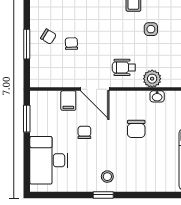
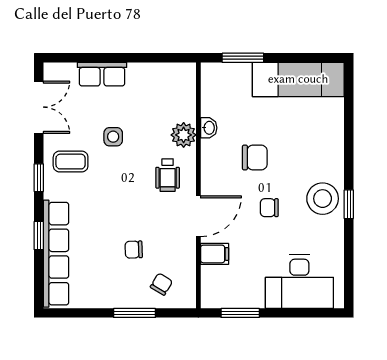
chair: (48, 37) -> (161, 284), moved
chair: (84, 132) -> (269, 208), moved
stool: (107, 177) -> (323, 199), width x1.89, depth x1.89

